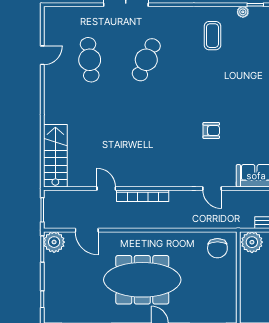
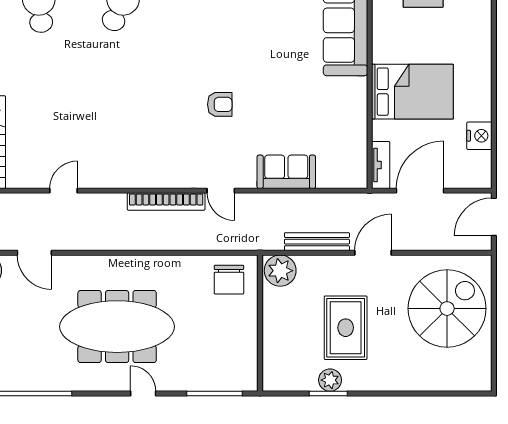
door: (106, 188) -> (64, 191), hinge flipped
bookcase: (143, 196) -> (166, 201), moved

